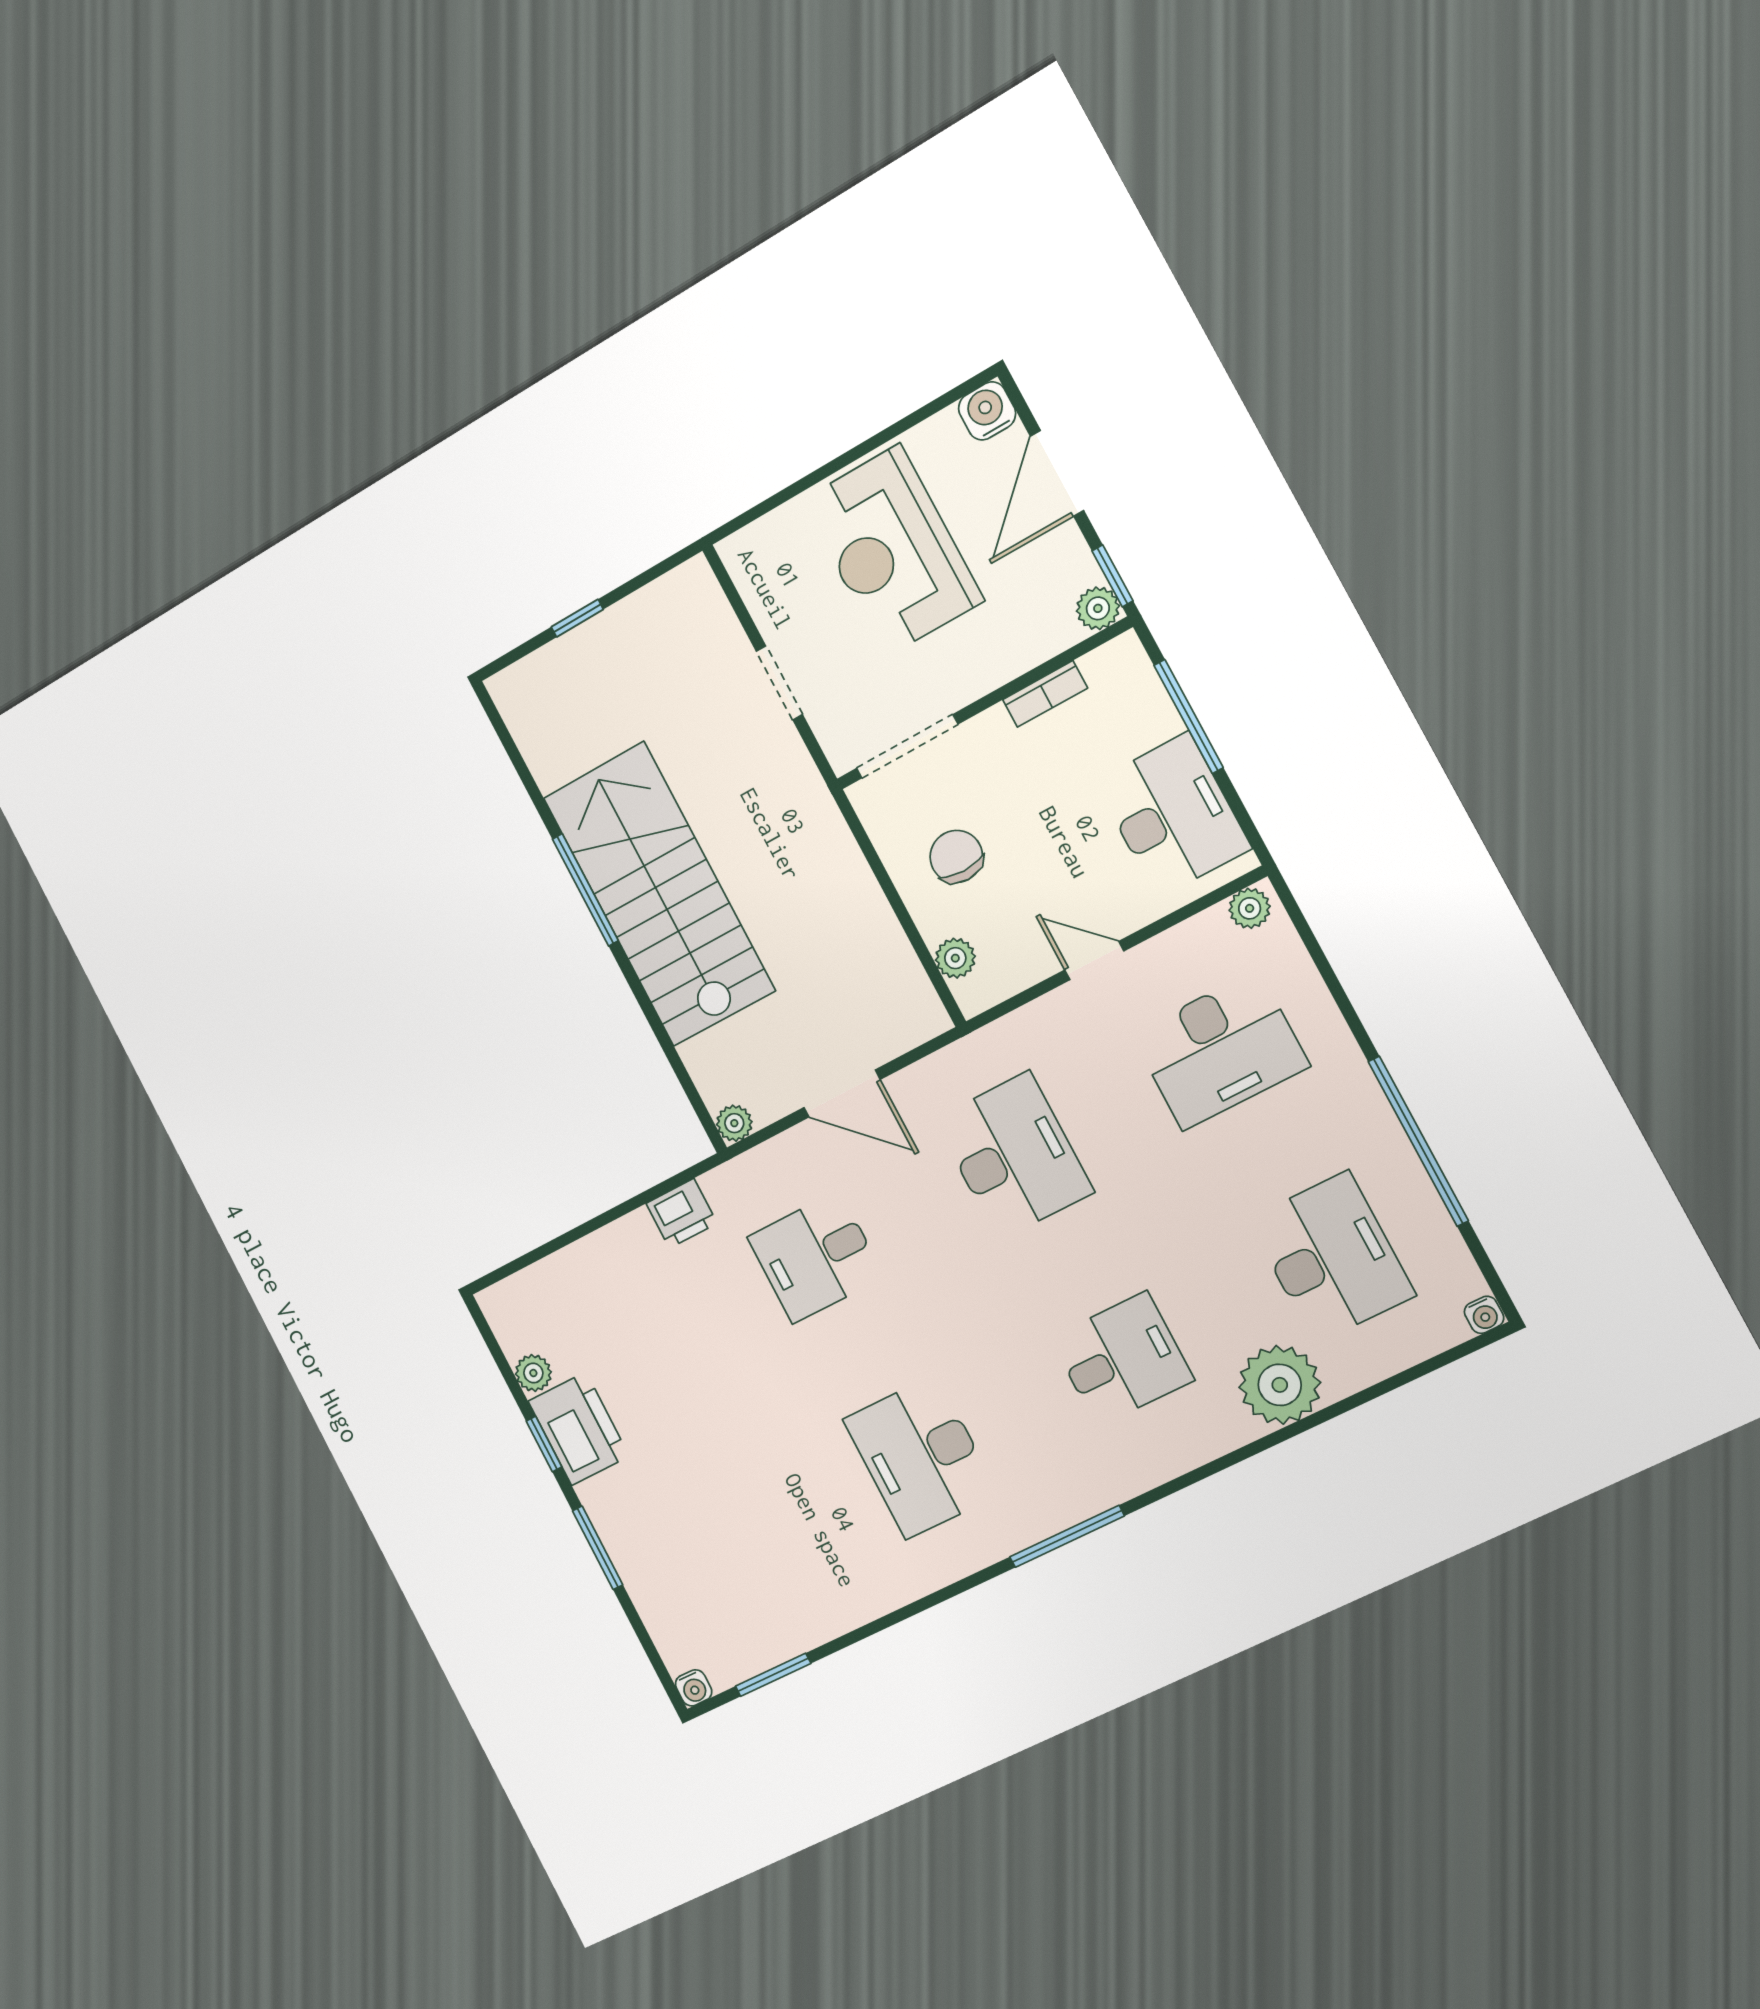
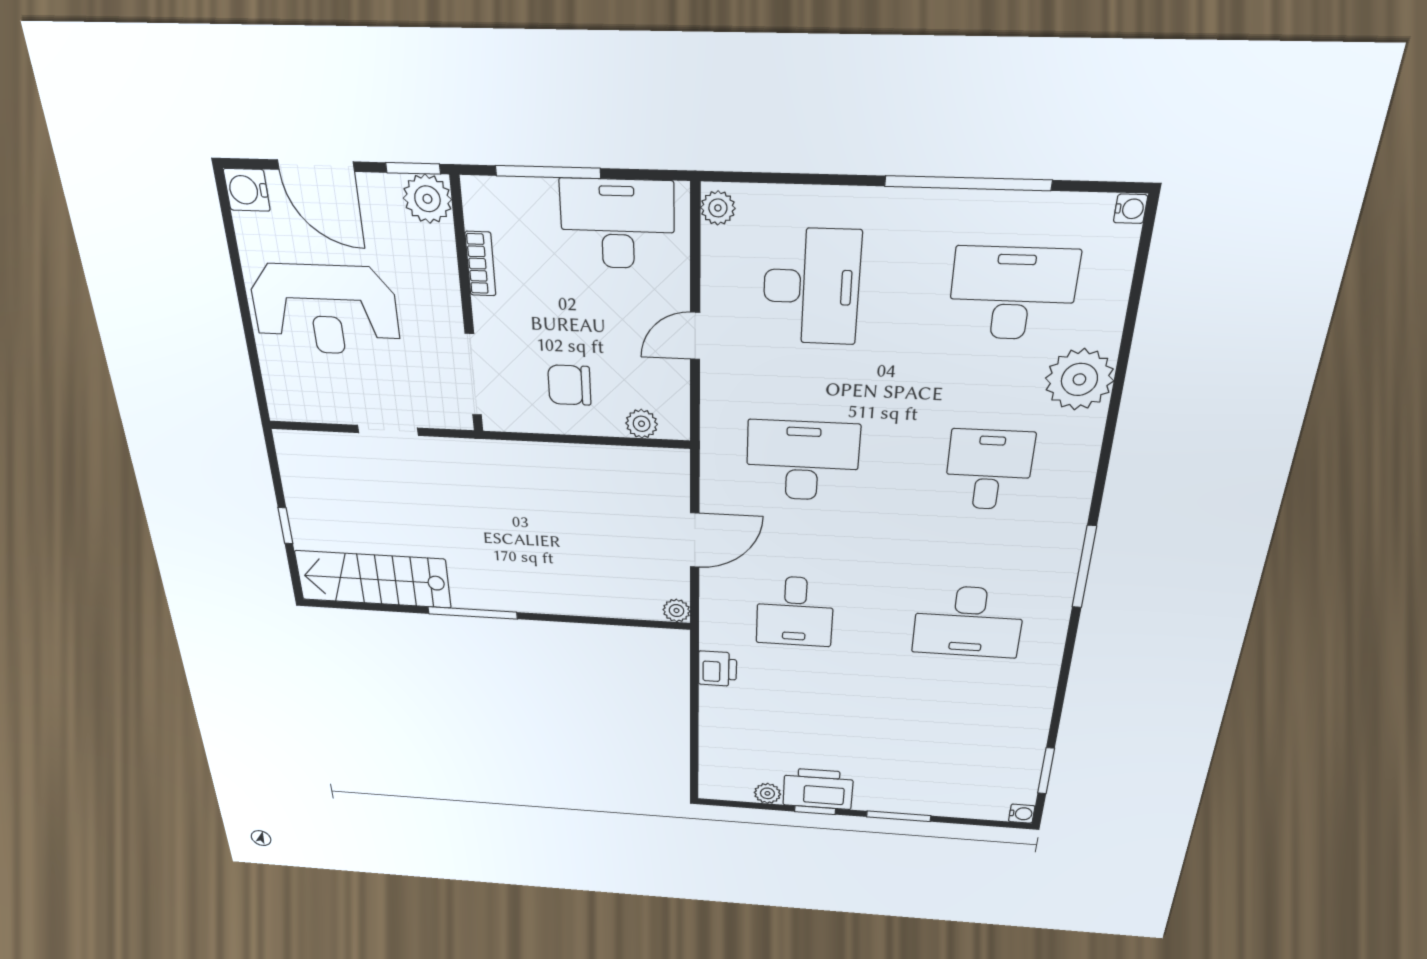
plant: (1098, 608) -> (427, 199), width x1.38, depth x1.38
stairs: (659, 894) -> (373, 579), moved, width x0.73, depth x0.66

